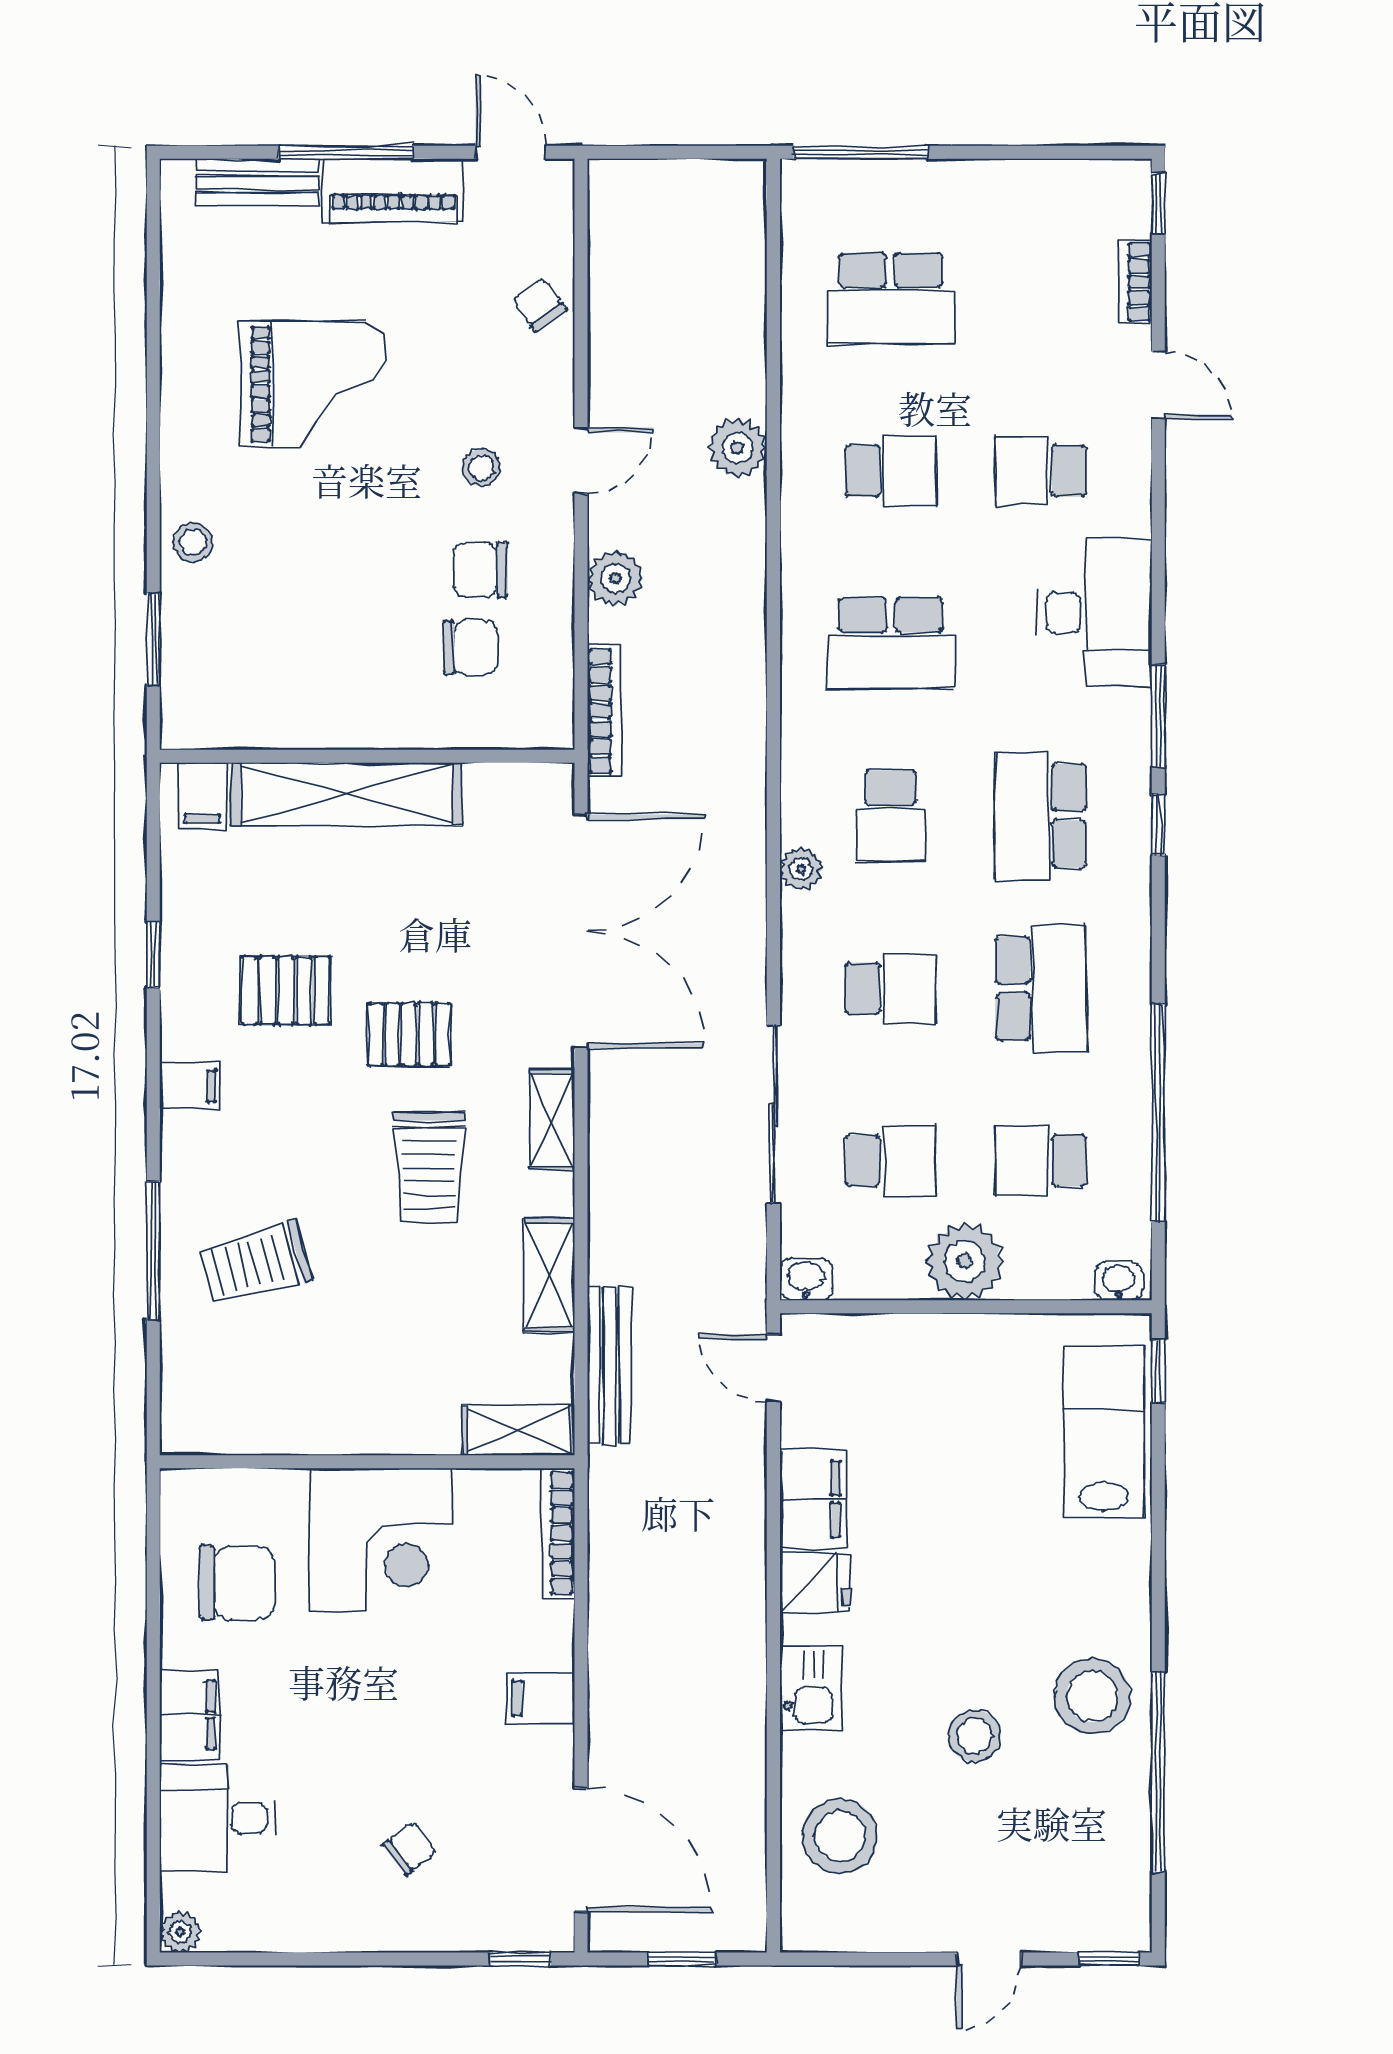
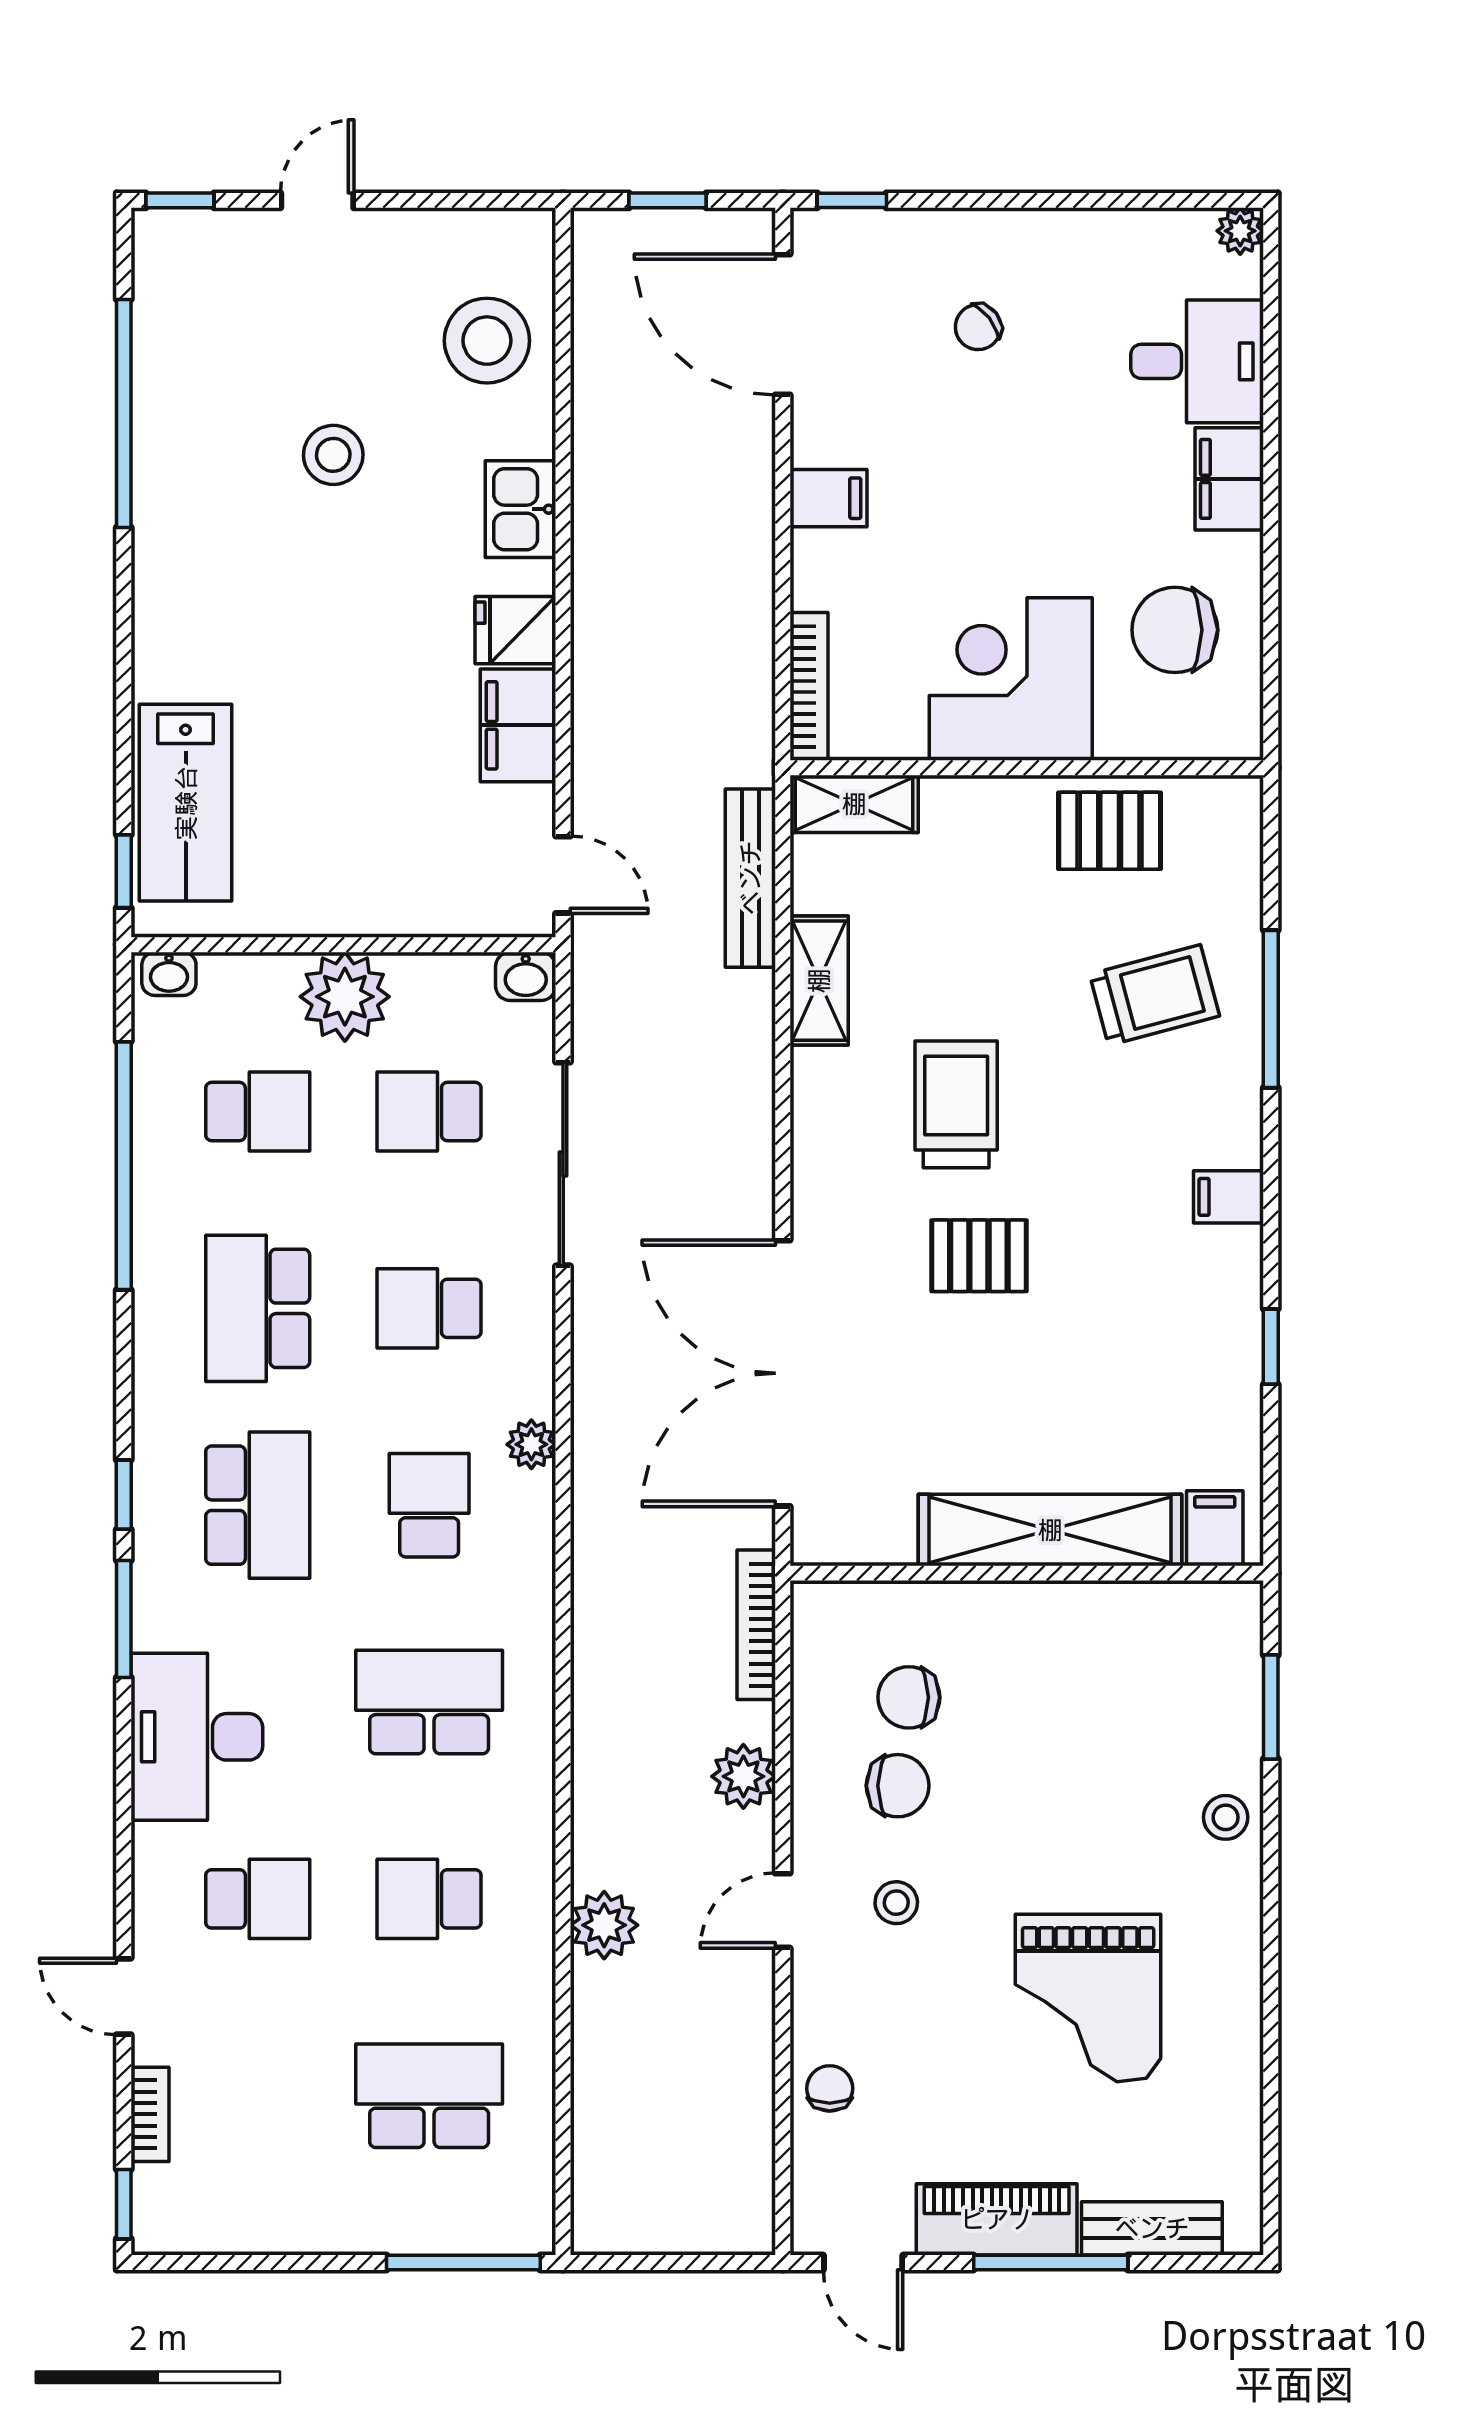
chair: (540, 305) -> (830, 2088), turned -144
grand piano: (313, 384) -> (1088, 1998), turned -90
pallet: (286, 991) -> (1110, 831), moved
shelving: (552, 1120) -> (816, 1158), removed
stool: (1092, 1696) -> (199, 500), removed

